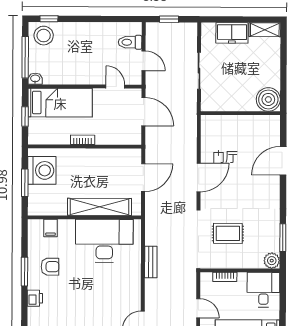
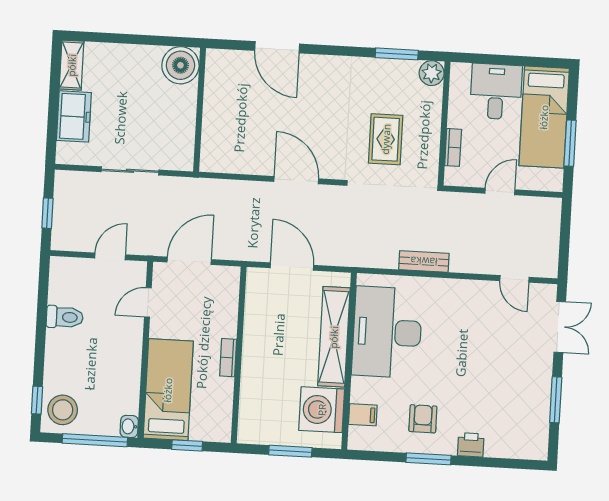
toilet: (130, 42) -> (65, 317), moved, turned -90
washing machine: (42, 170) -> (322, 410), moved, turned -90
desk: (263, 290) -> (496, 92), moved, turned 90

